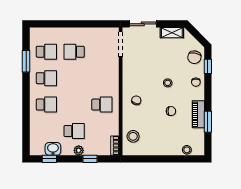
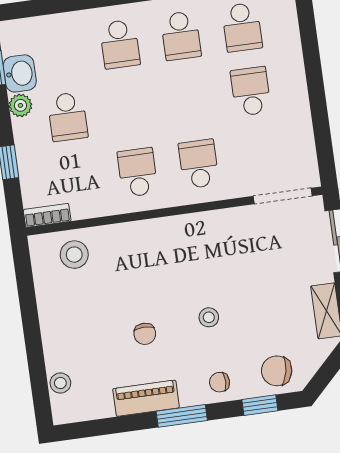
school desk: (102, 78) -> (199, 164), added
chair: (136, 100) -> (158, 250), removed
school desk: (102, 105) -> (138, 172), turned 180
window: (208, 122) -> (182, 416), moved
plant: (79, 150) -> (20, 105), moved

